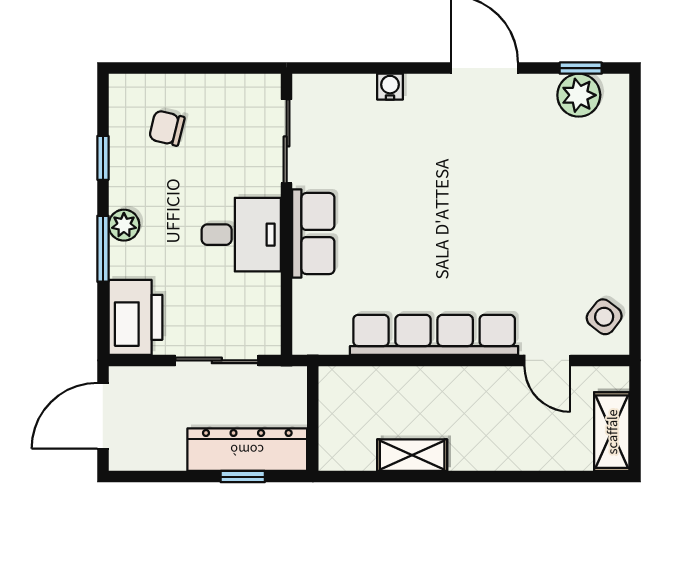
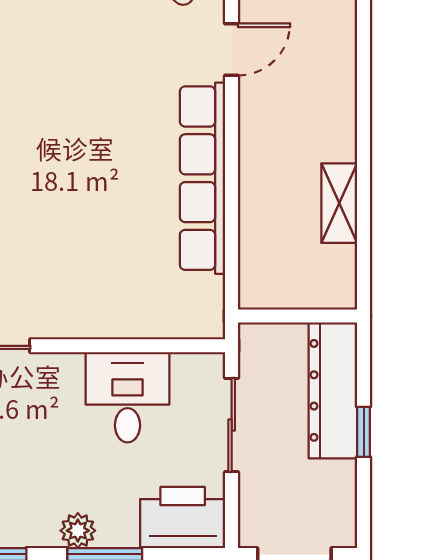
row of seats: (313, 234) -> (87, 315), removed
desk: (241, 235) -> (128, 397), moved
window: (243, 477) -> (364, 432), moved

